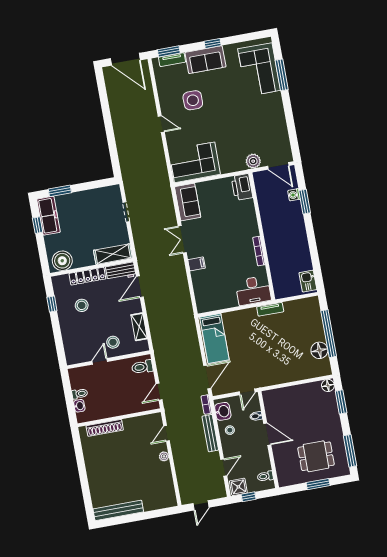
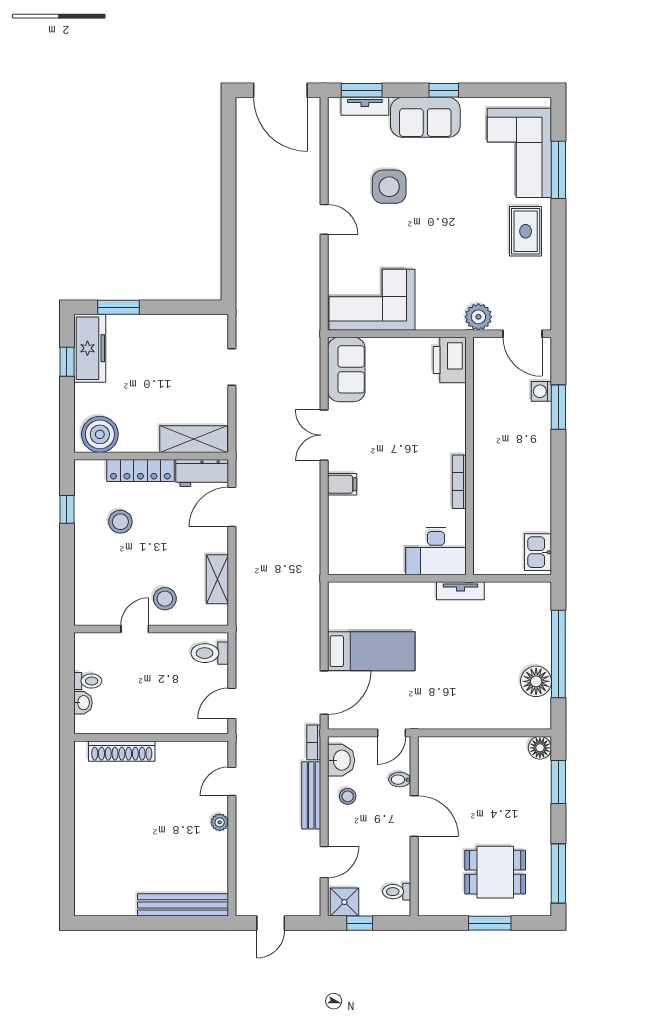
rug: (270, 111) -> (526, 231), added
bed: (214, 339) -> (371, 651), moved, turned -90
bench: (118, 510) -> (183, 905), moved

